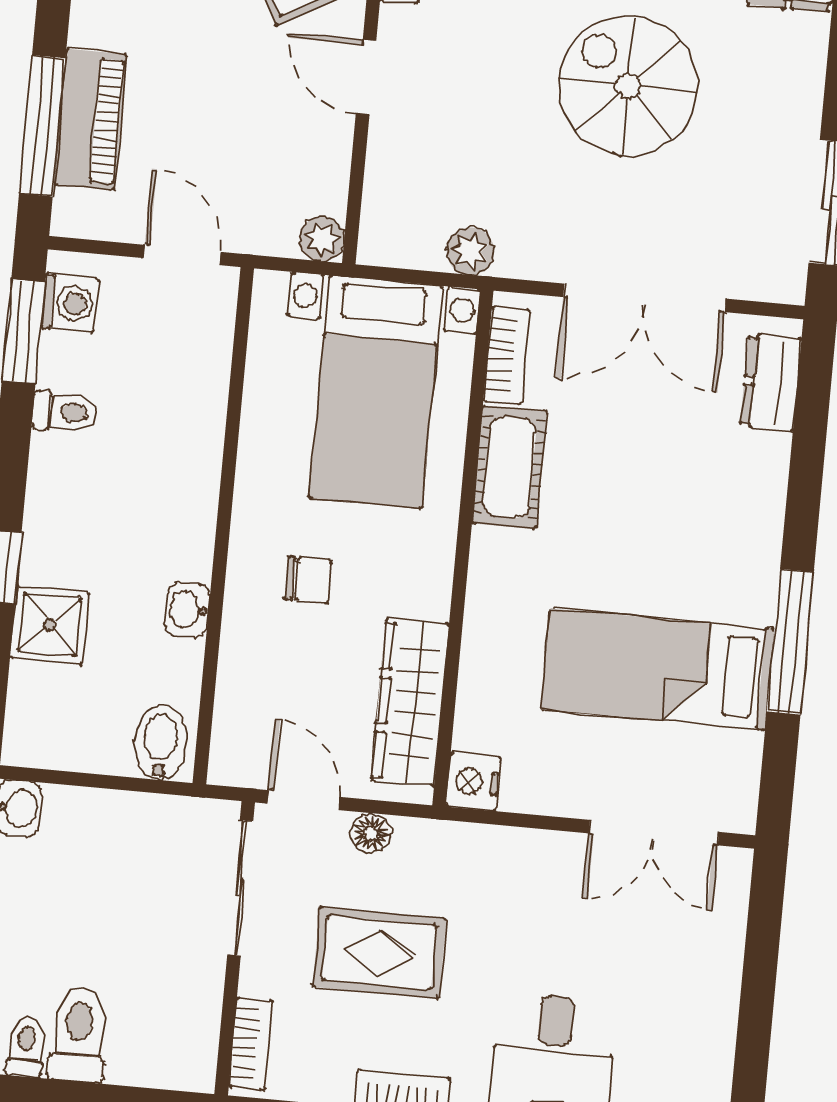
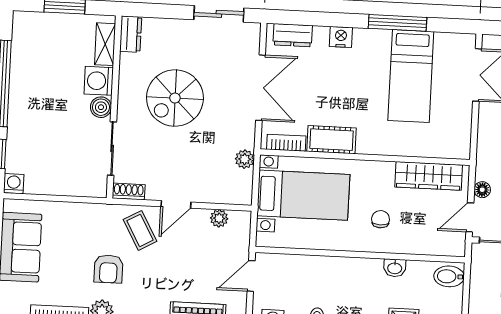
plant: (322, 239) -> (219, 218), moved
nightstand: (473, 782) -> (341, 37), moved, turned 180

